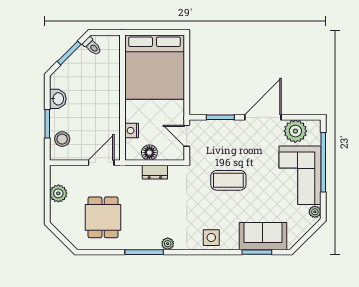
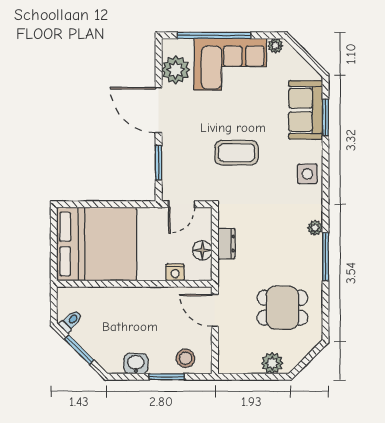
coffee table: (228, 180) -> (237, 153), turned 90
plant: (58, 193) -> (272, 363), moved

